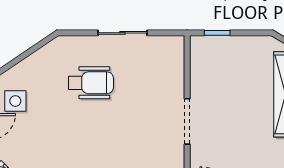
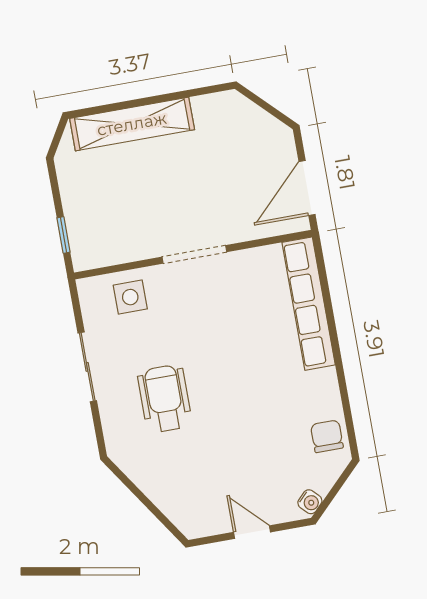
side table: (15, 101) -> (130, 297), moved

